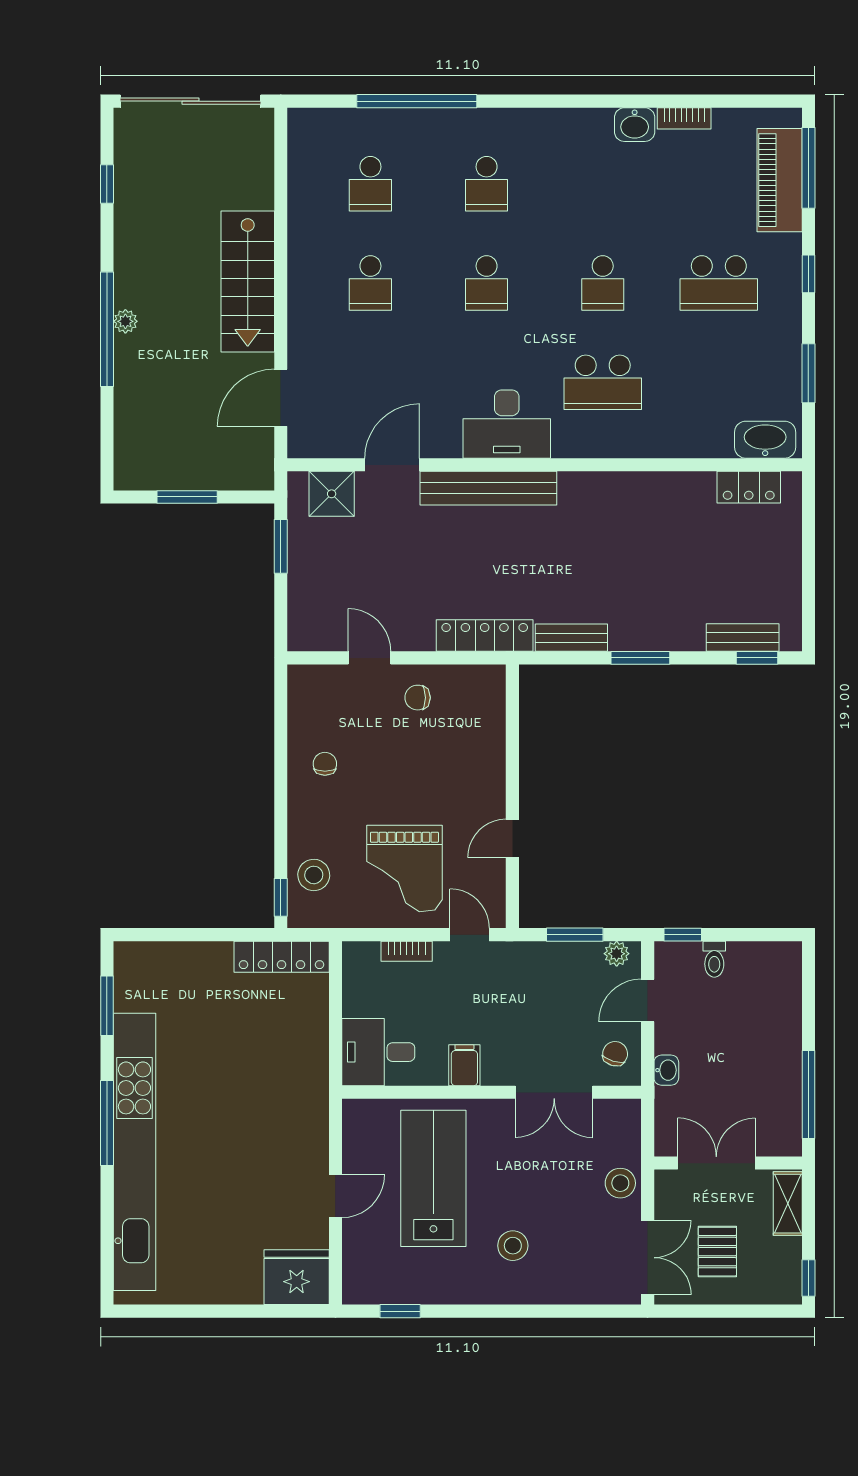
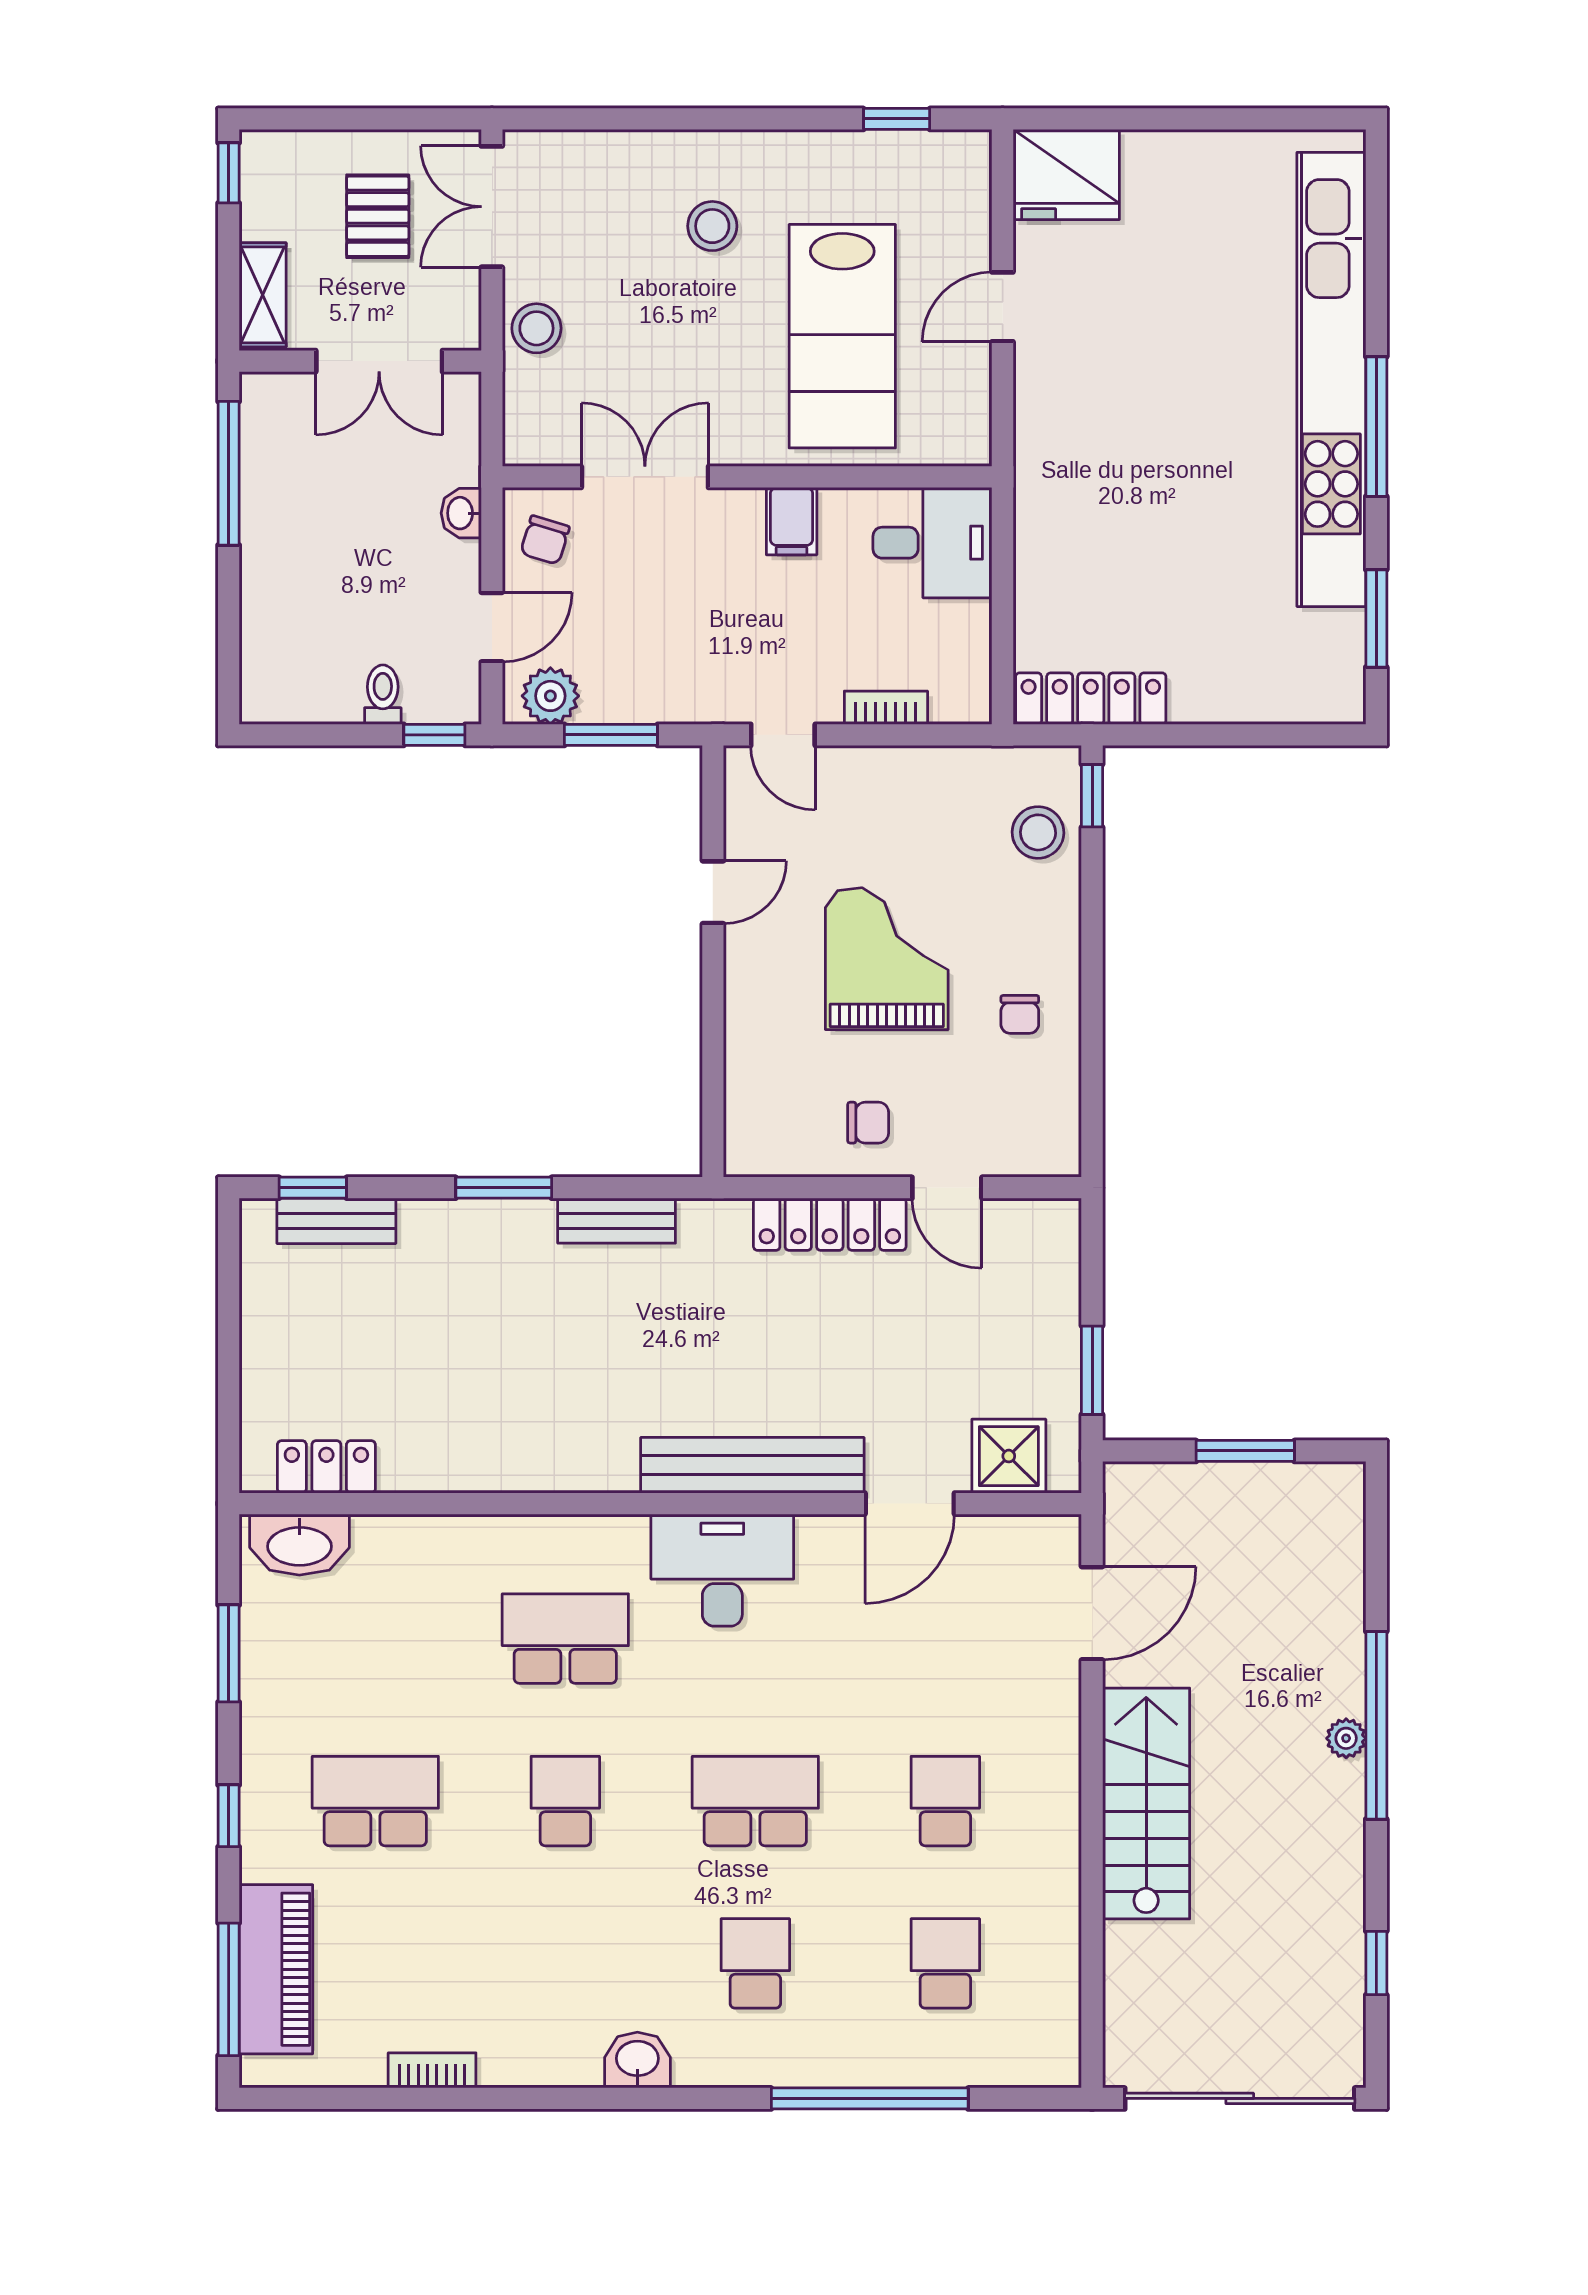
washbasin: (635, 125) -> (637, 2060), moved
school desk: (487, 283) -> (755, 1801), width x1.85
locker: (485, 635) -> (830, 1224), moved
grand piano: (404, 868) -> (887, 959), moved
plant: (617, 954) -> (550, 696), width x1.38, depth x1.38

